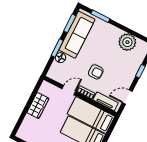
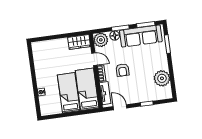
plant: (56, 73) -> (101, 40), added
wardrobe: (38, 106) -> (79, 42), moved

